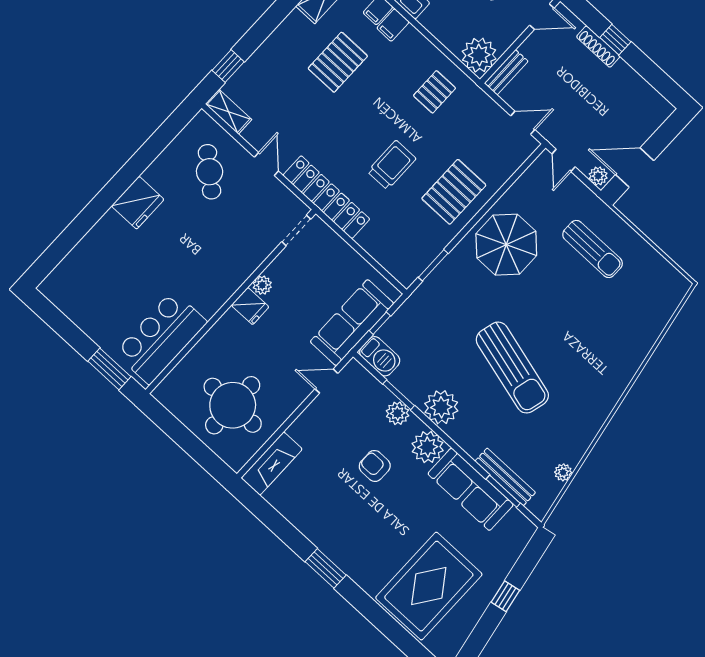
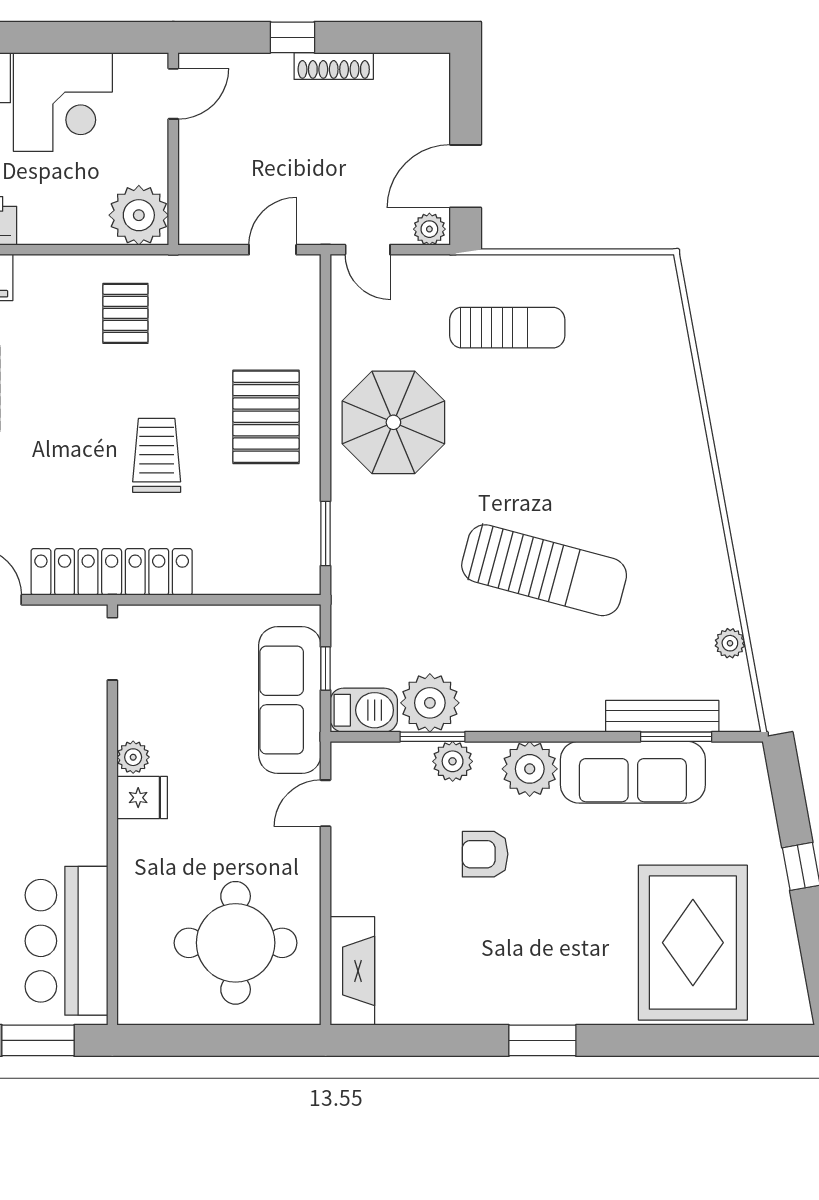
shoe rack: (598, 47) -> (334, 66), moved
bench: (506, 72) -> (193, 205), removed
plant: (441, 407) -> (430, 703), moved

